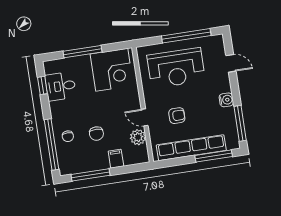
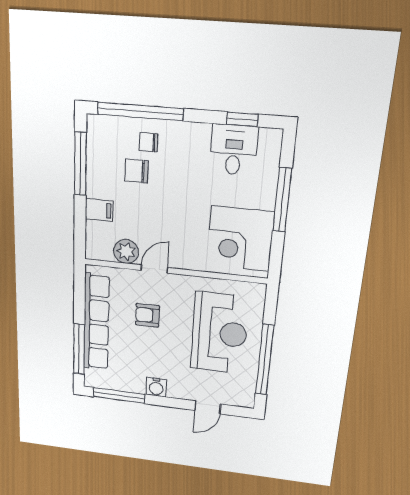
reception desk: (176, 68) -> (219, 333), turned 180
armchair: (177, 116) -> (148, 315), turned 90
chair: (96, 134) -> (136, 171), moved

